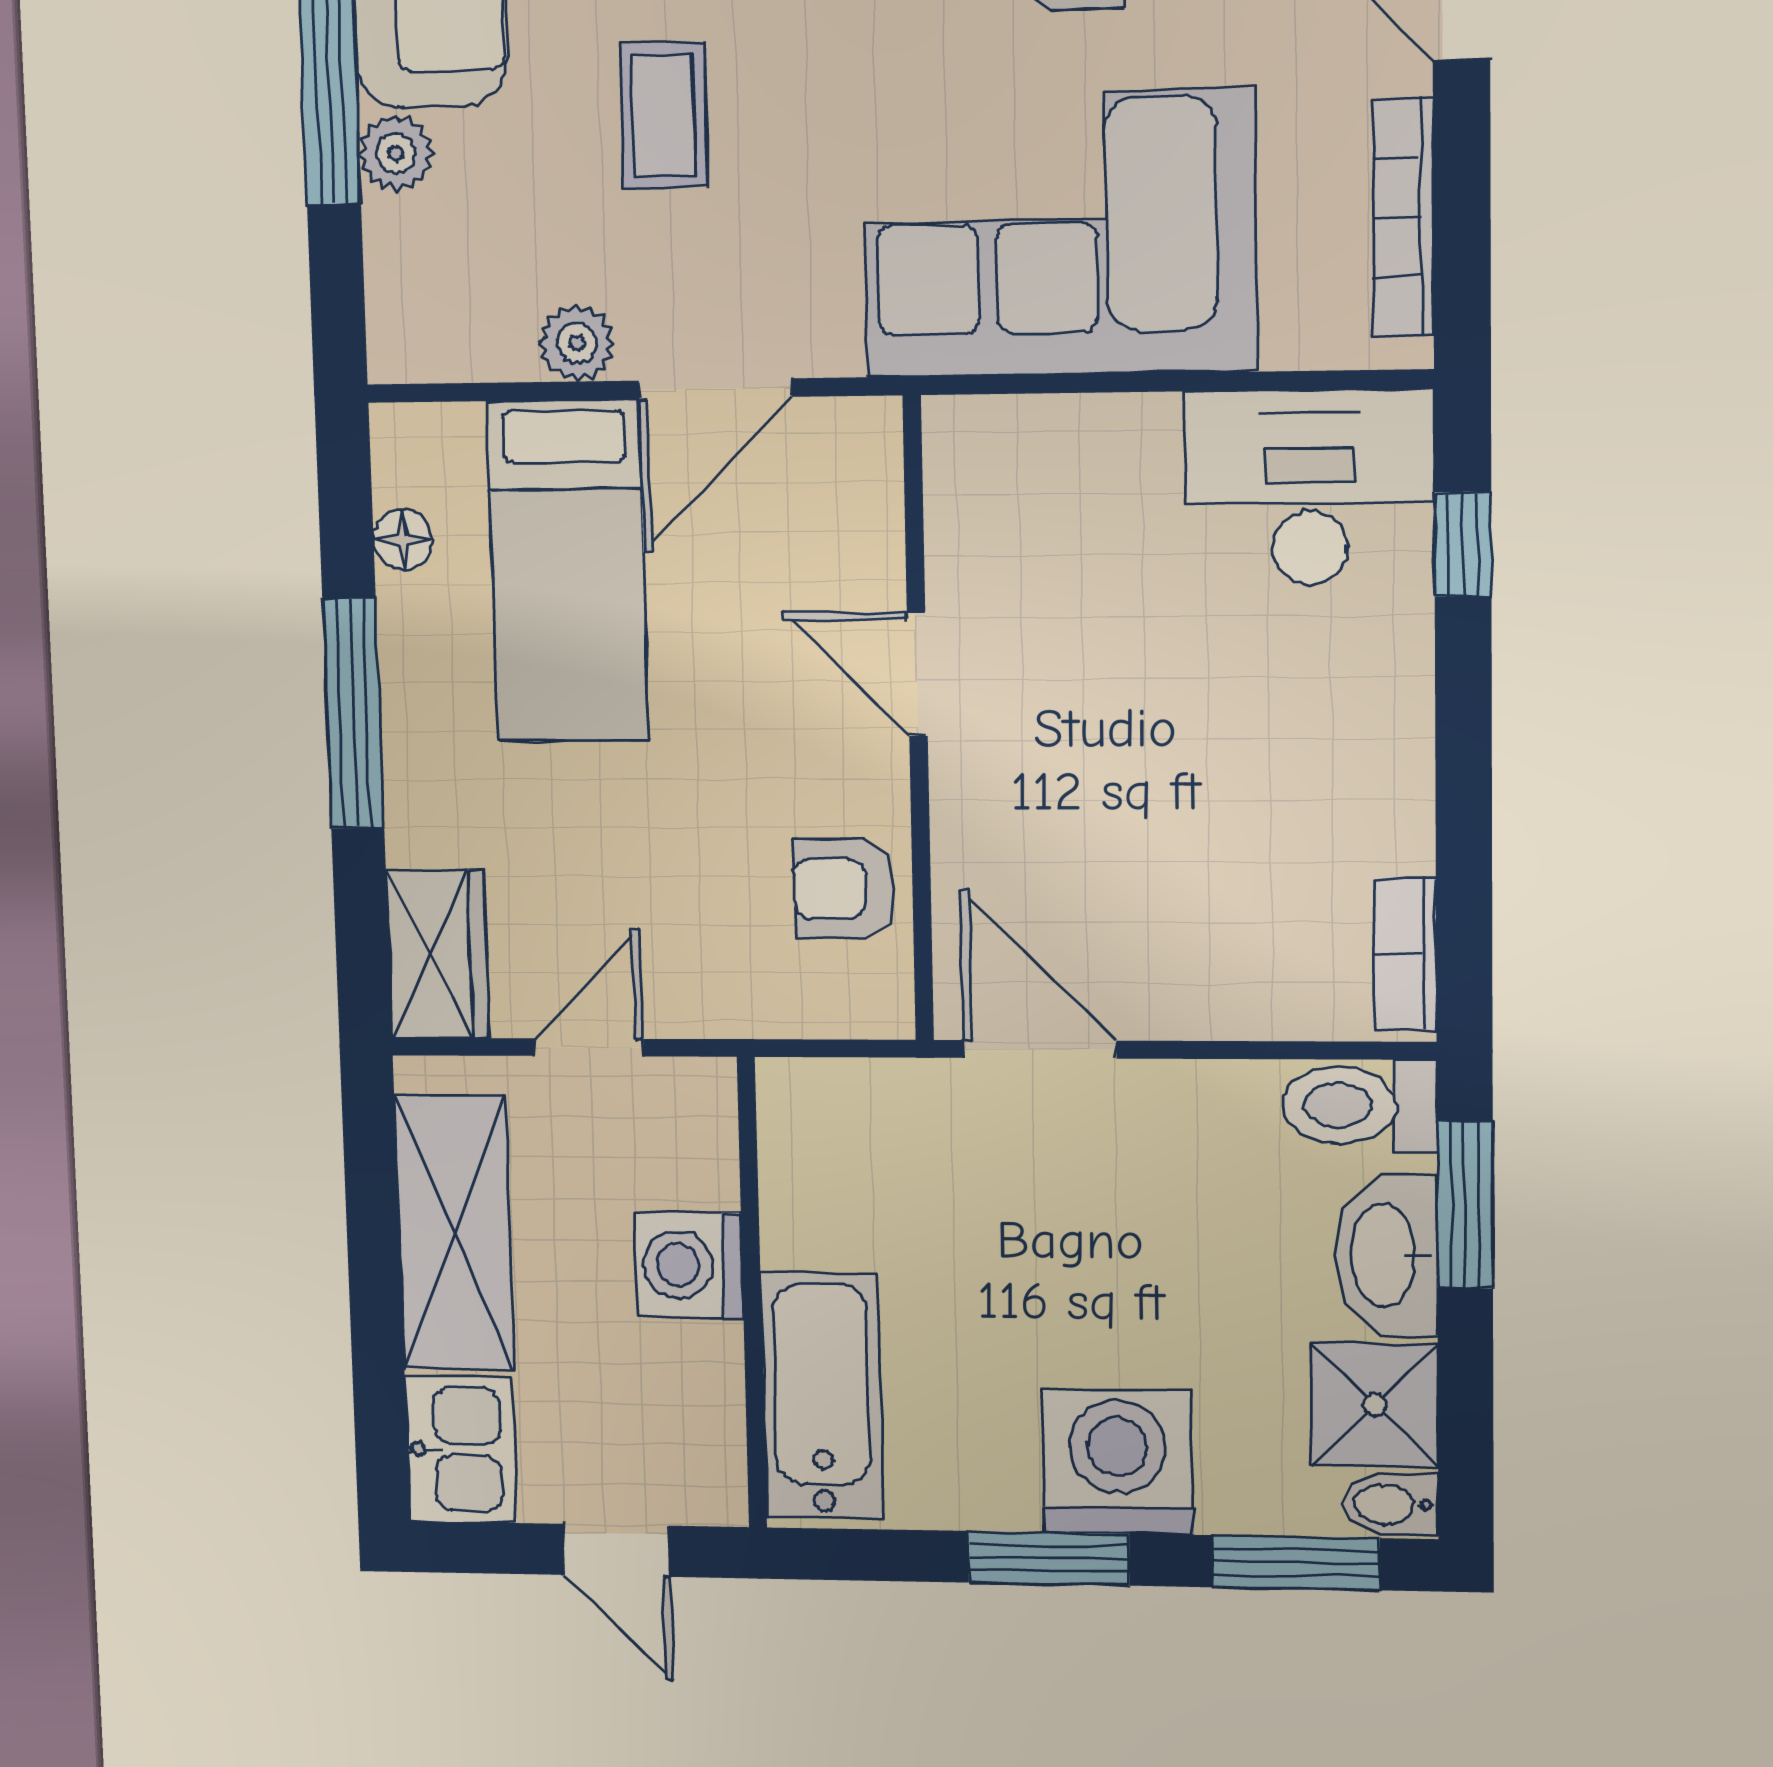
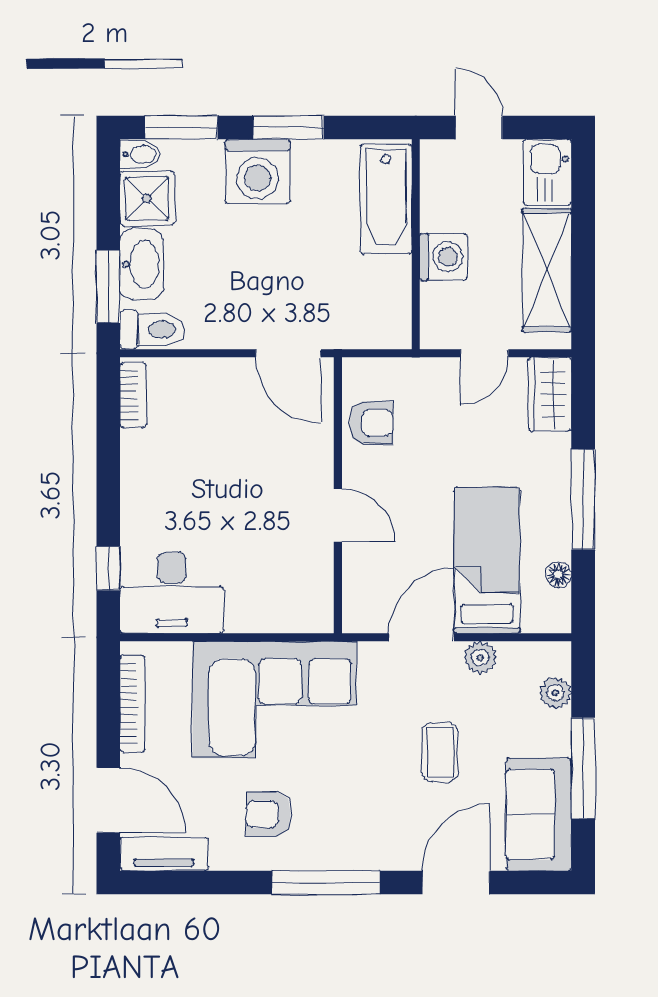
plant: (396, 153) -> (555, 693), moved

